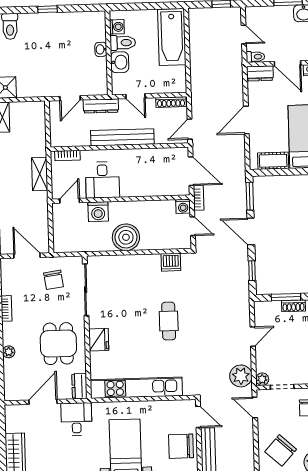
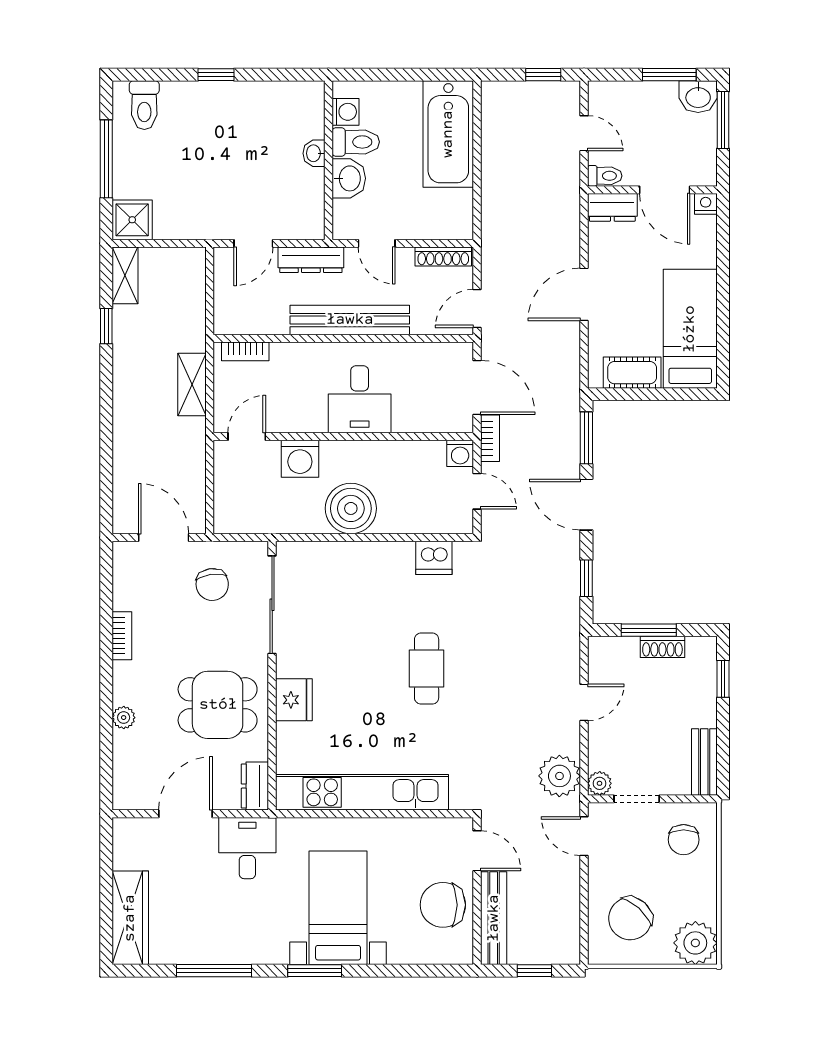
desk: (102, 180) -> (360, 399), moved
dining table: (58, 344) -> (218, 705), turned 90

